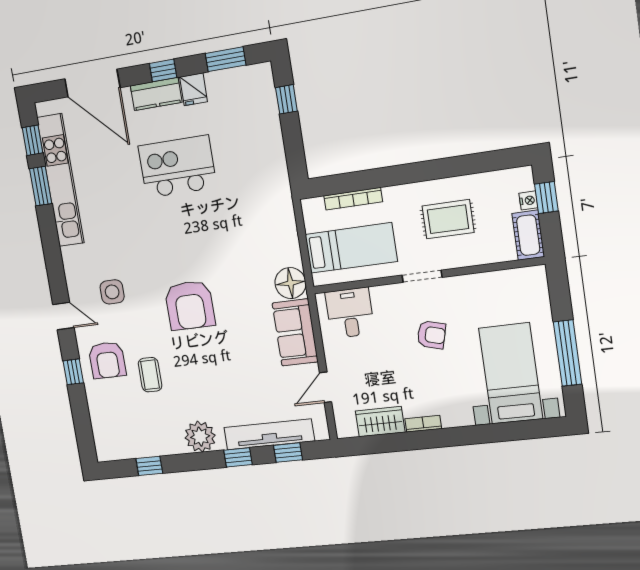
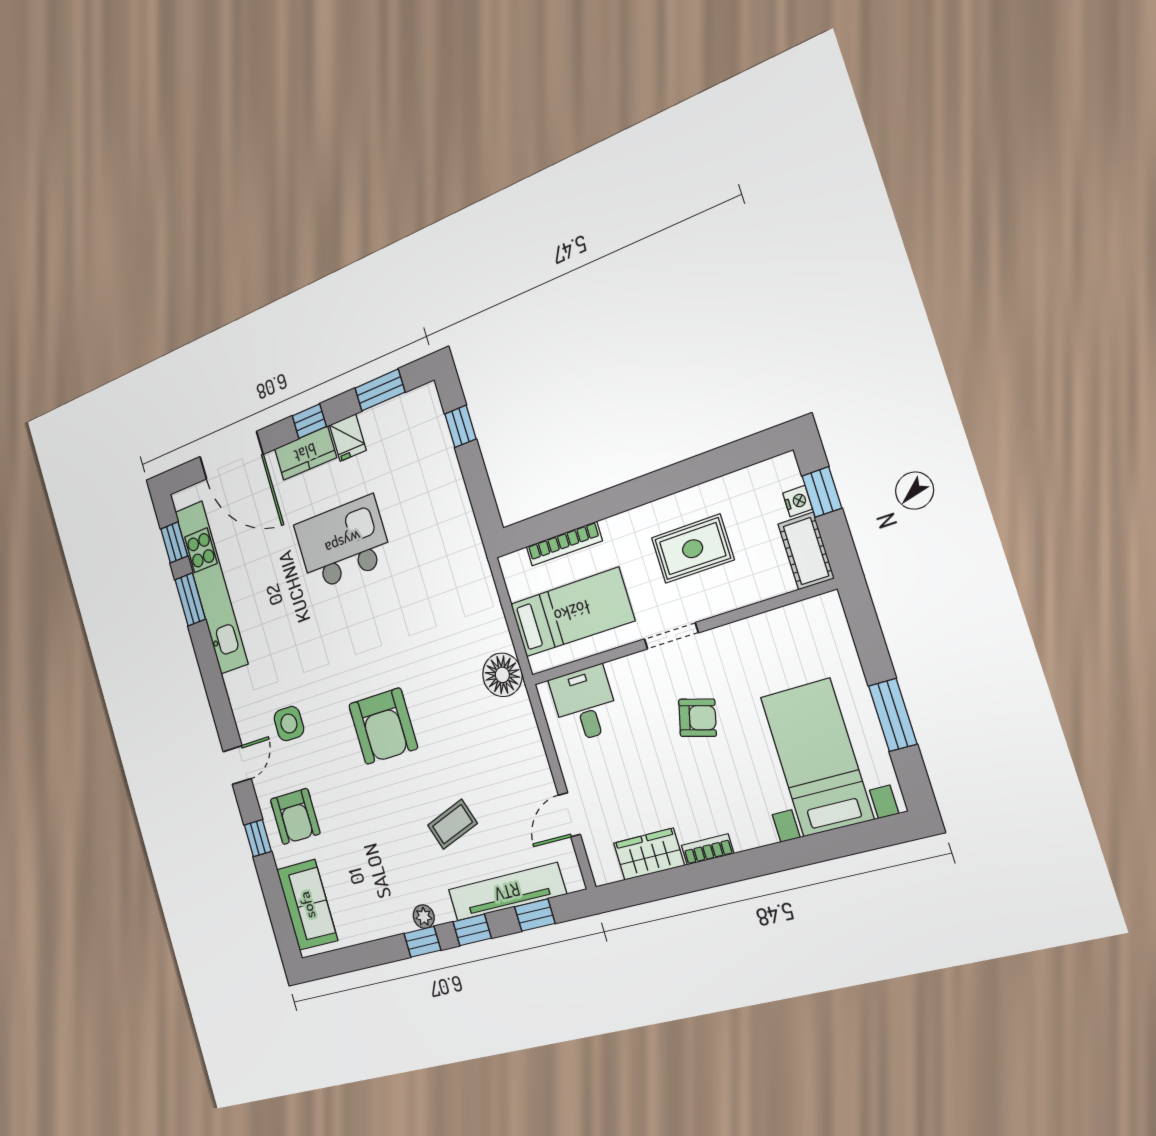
door: (63, 316) -> (237, 765), hinge flipped
sofa: (295, 332) -> (307, 905), moved, turned 180
window: (568, 353) -> (893, 715), width x0.69
coffee table: (150, 375) -> (452, 824), moved, turned 71
plant: (200, 437) -> (424, 917), width x0.53, depth x0.53
window: (149, 466) -> (422, 942), moved

